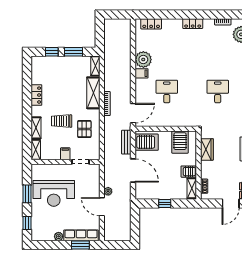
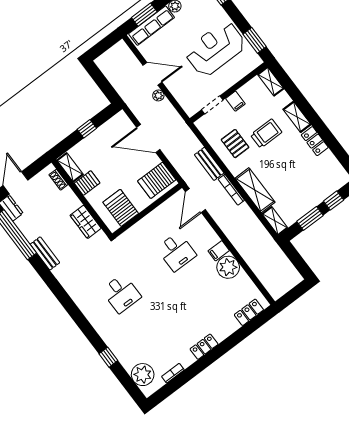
shelving: (36, 128) -> (297, 117), moved
bench: (126, 142) -> (209, 164), moved
window: (27, 194) -> (255, 40), moved

